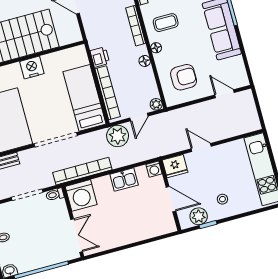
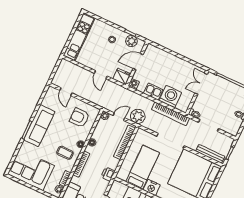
printer: (100, 57) -> (108, 174), moved
bed: (84, 98) -> (143, 167), moved, turned 180
washing machine: (81, 195) -> (170, 97), moved
door: (171, 199) -> (138, 62), hinge flipped

